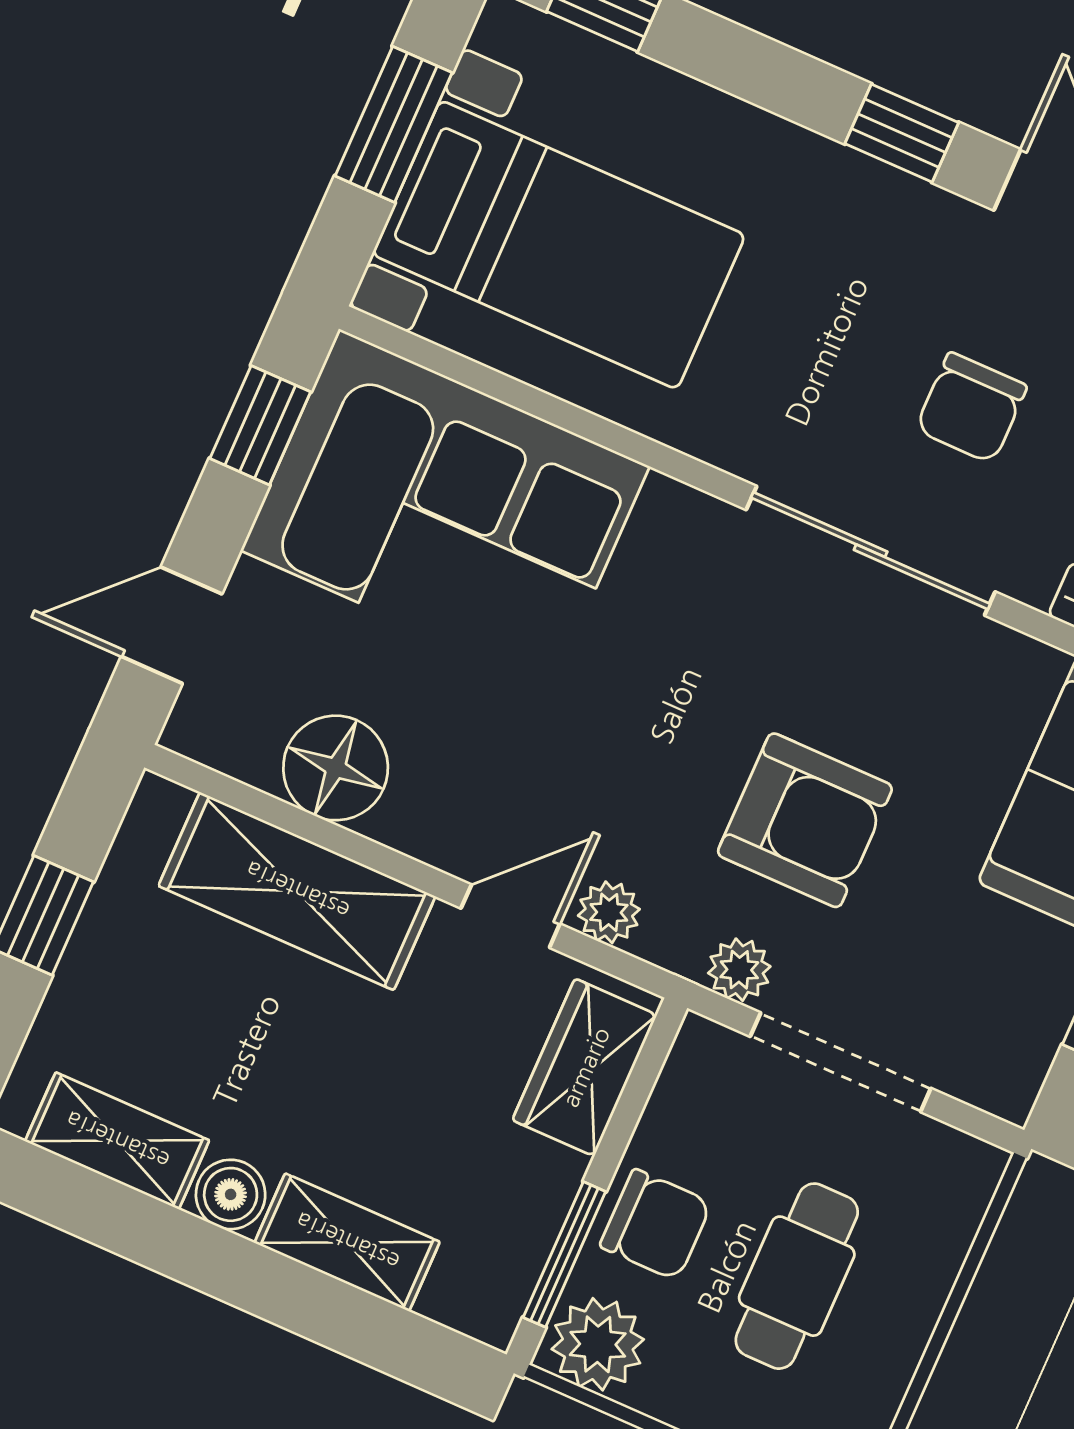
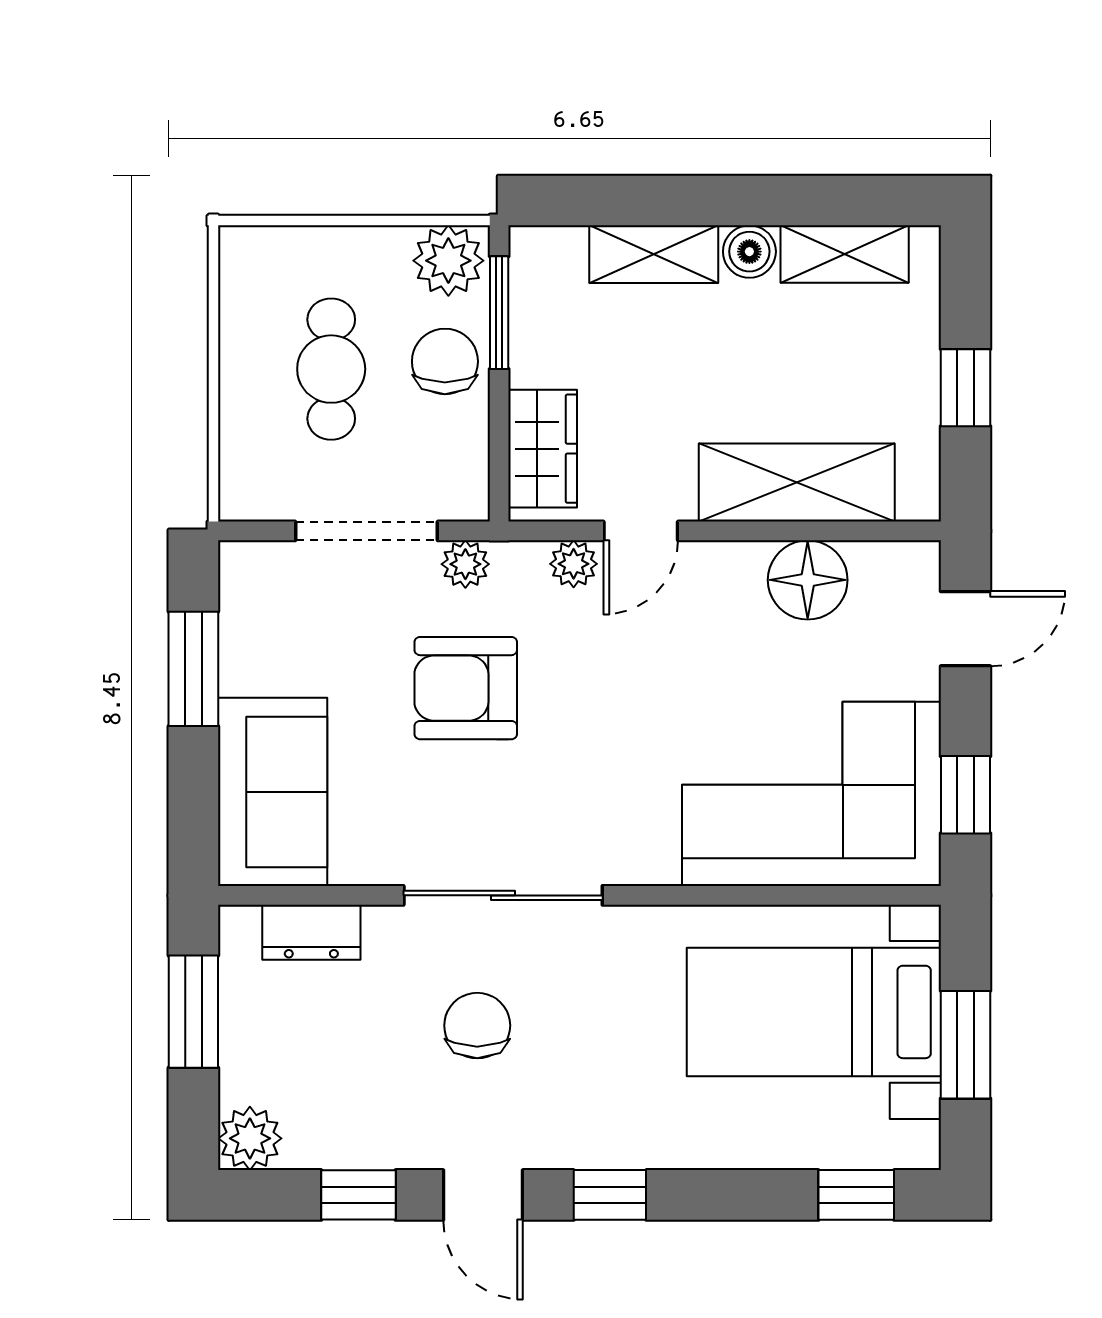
chair: (656, 1225) -> (445, 361), turned 90

